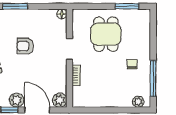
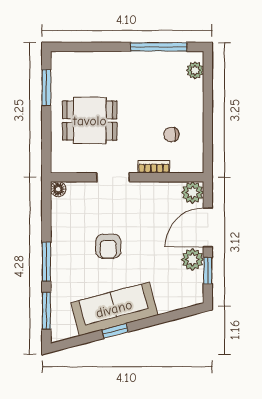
chair: (132, 64) -> (171, 134), moved

